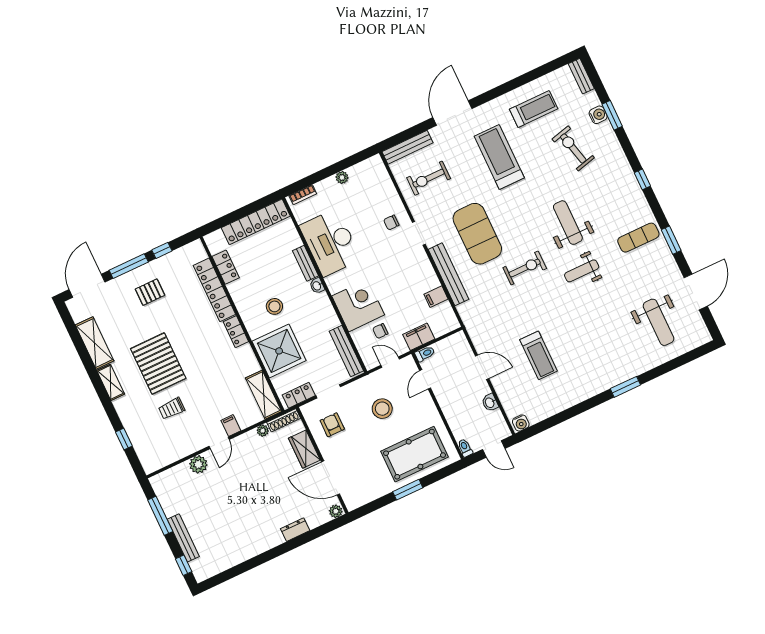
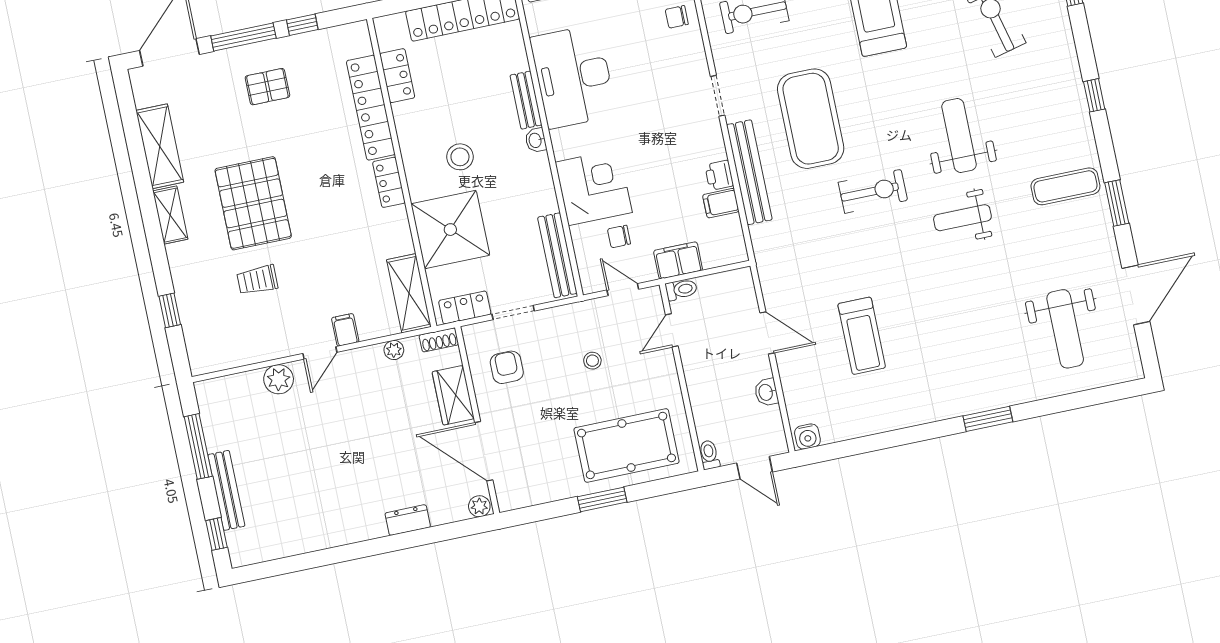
chair: (391, 223) -> (677, 17), moved
printer: (431, 280) -> (719, 175), added
stool: (382, 409) -> (592, 361), width x0.53, depth x0.53
shoe rack: (284, 420) -> (439, 340), width x0.70

